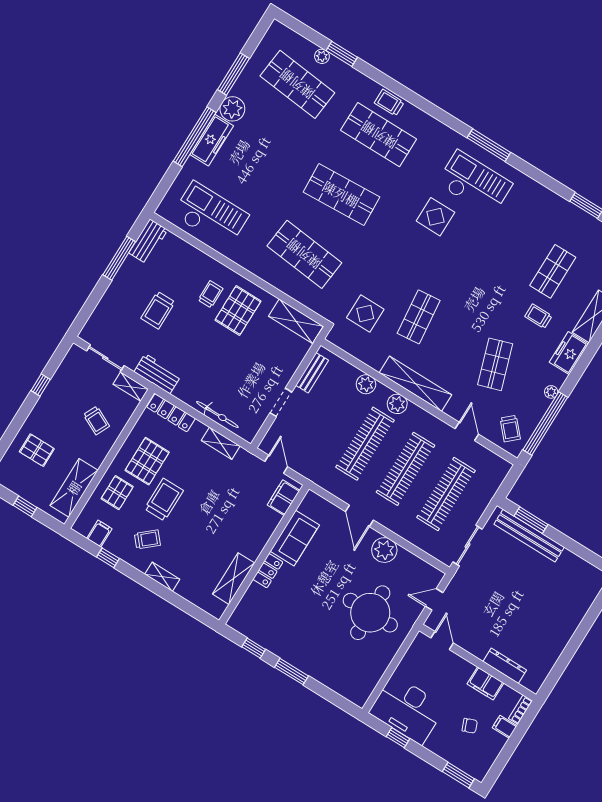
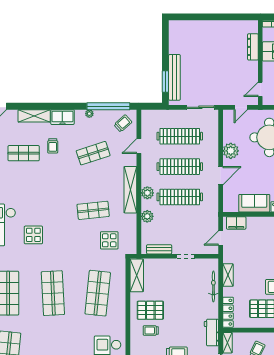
door: (434, 599) -> (241, 107), hinge flipped

